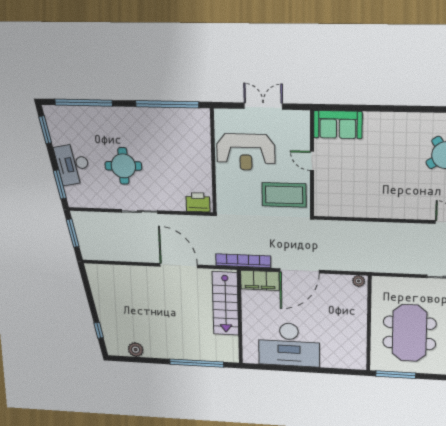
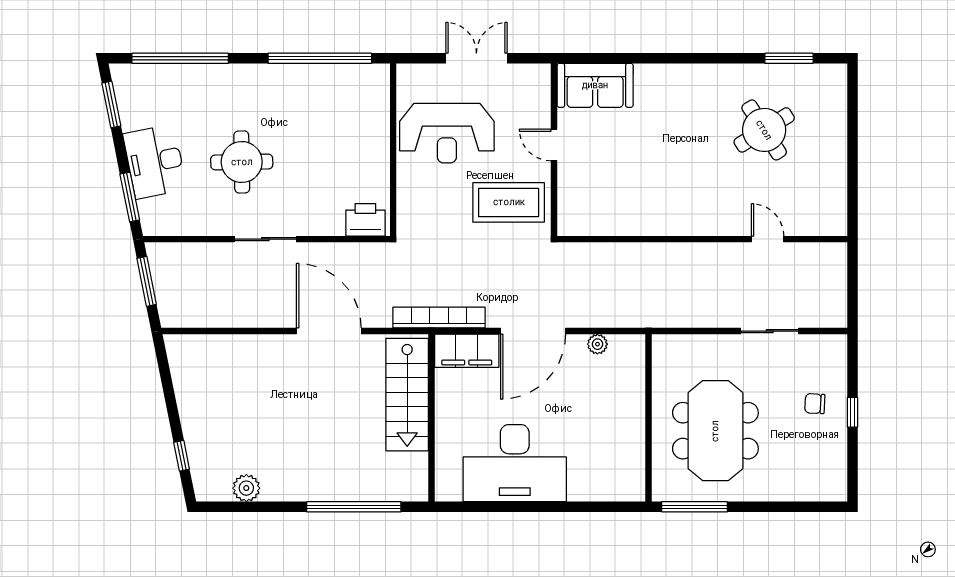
plant: (359, 281) -> (597, 344), moved

